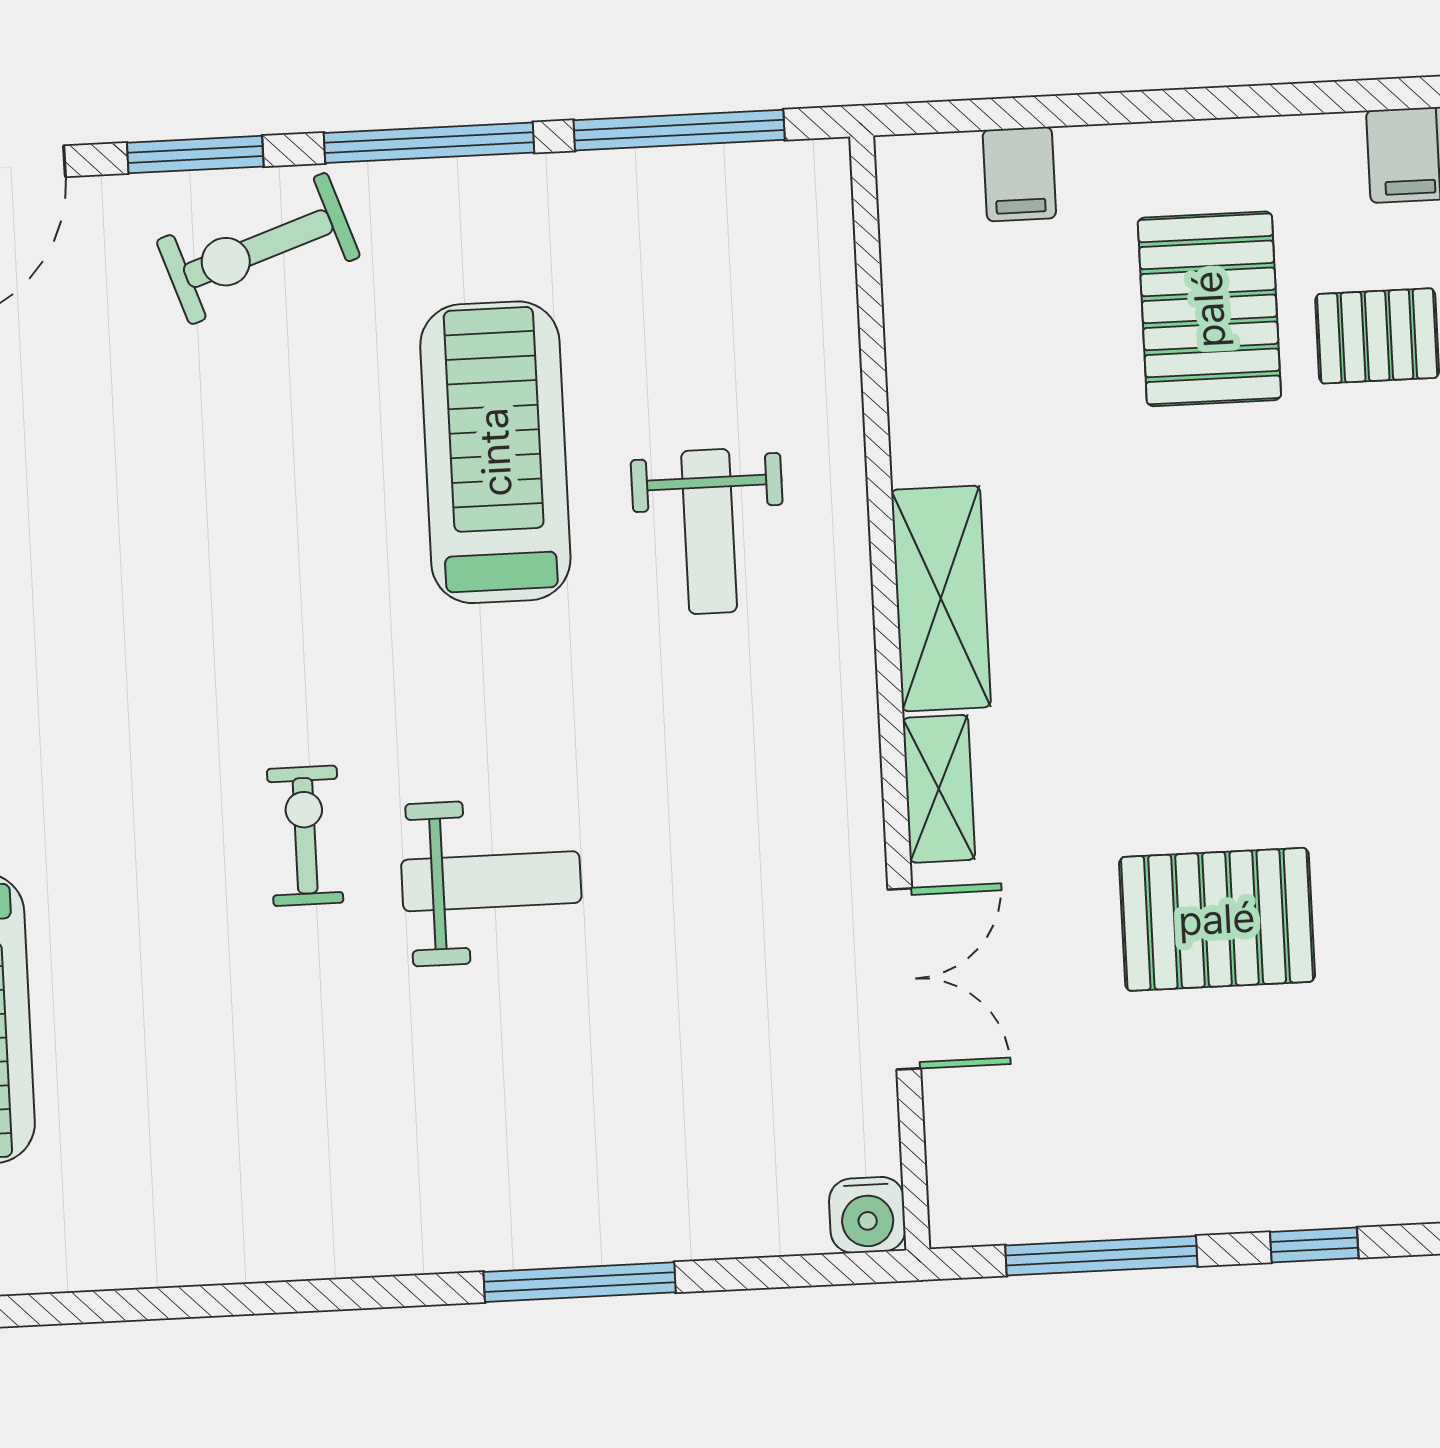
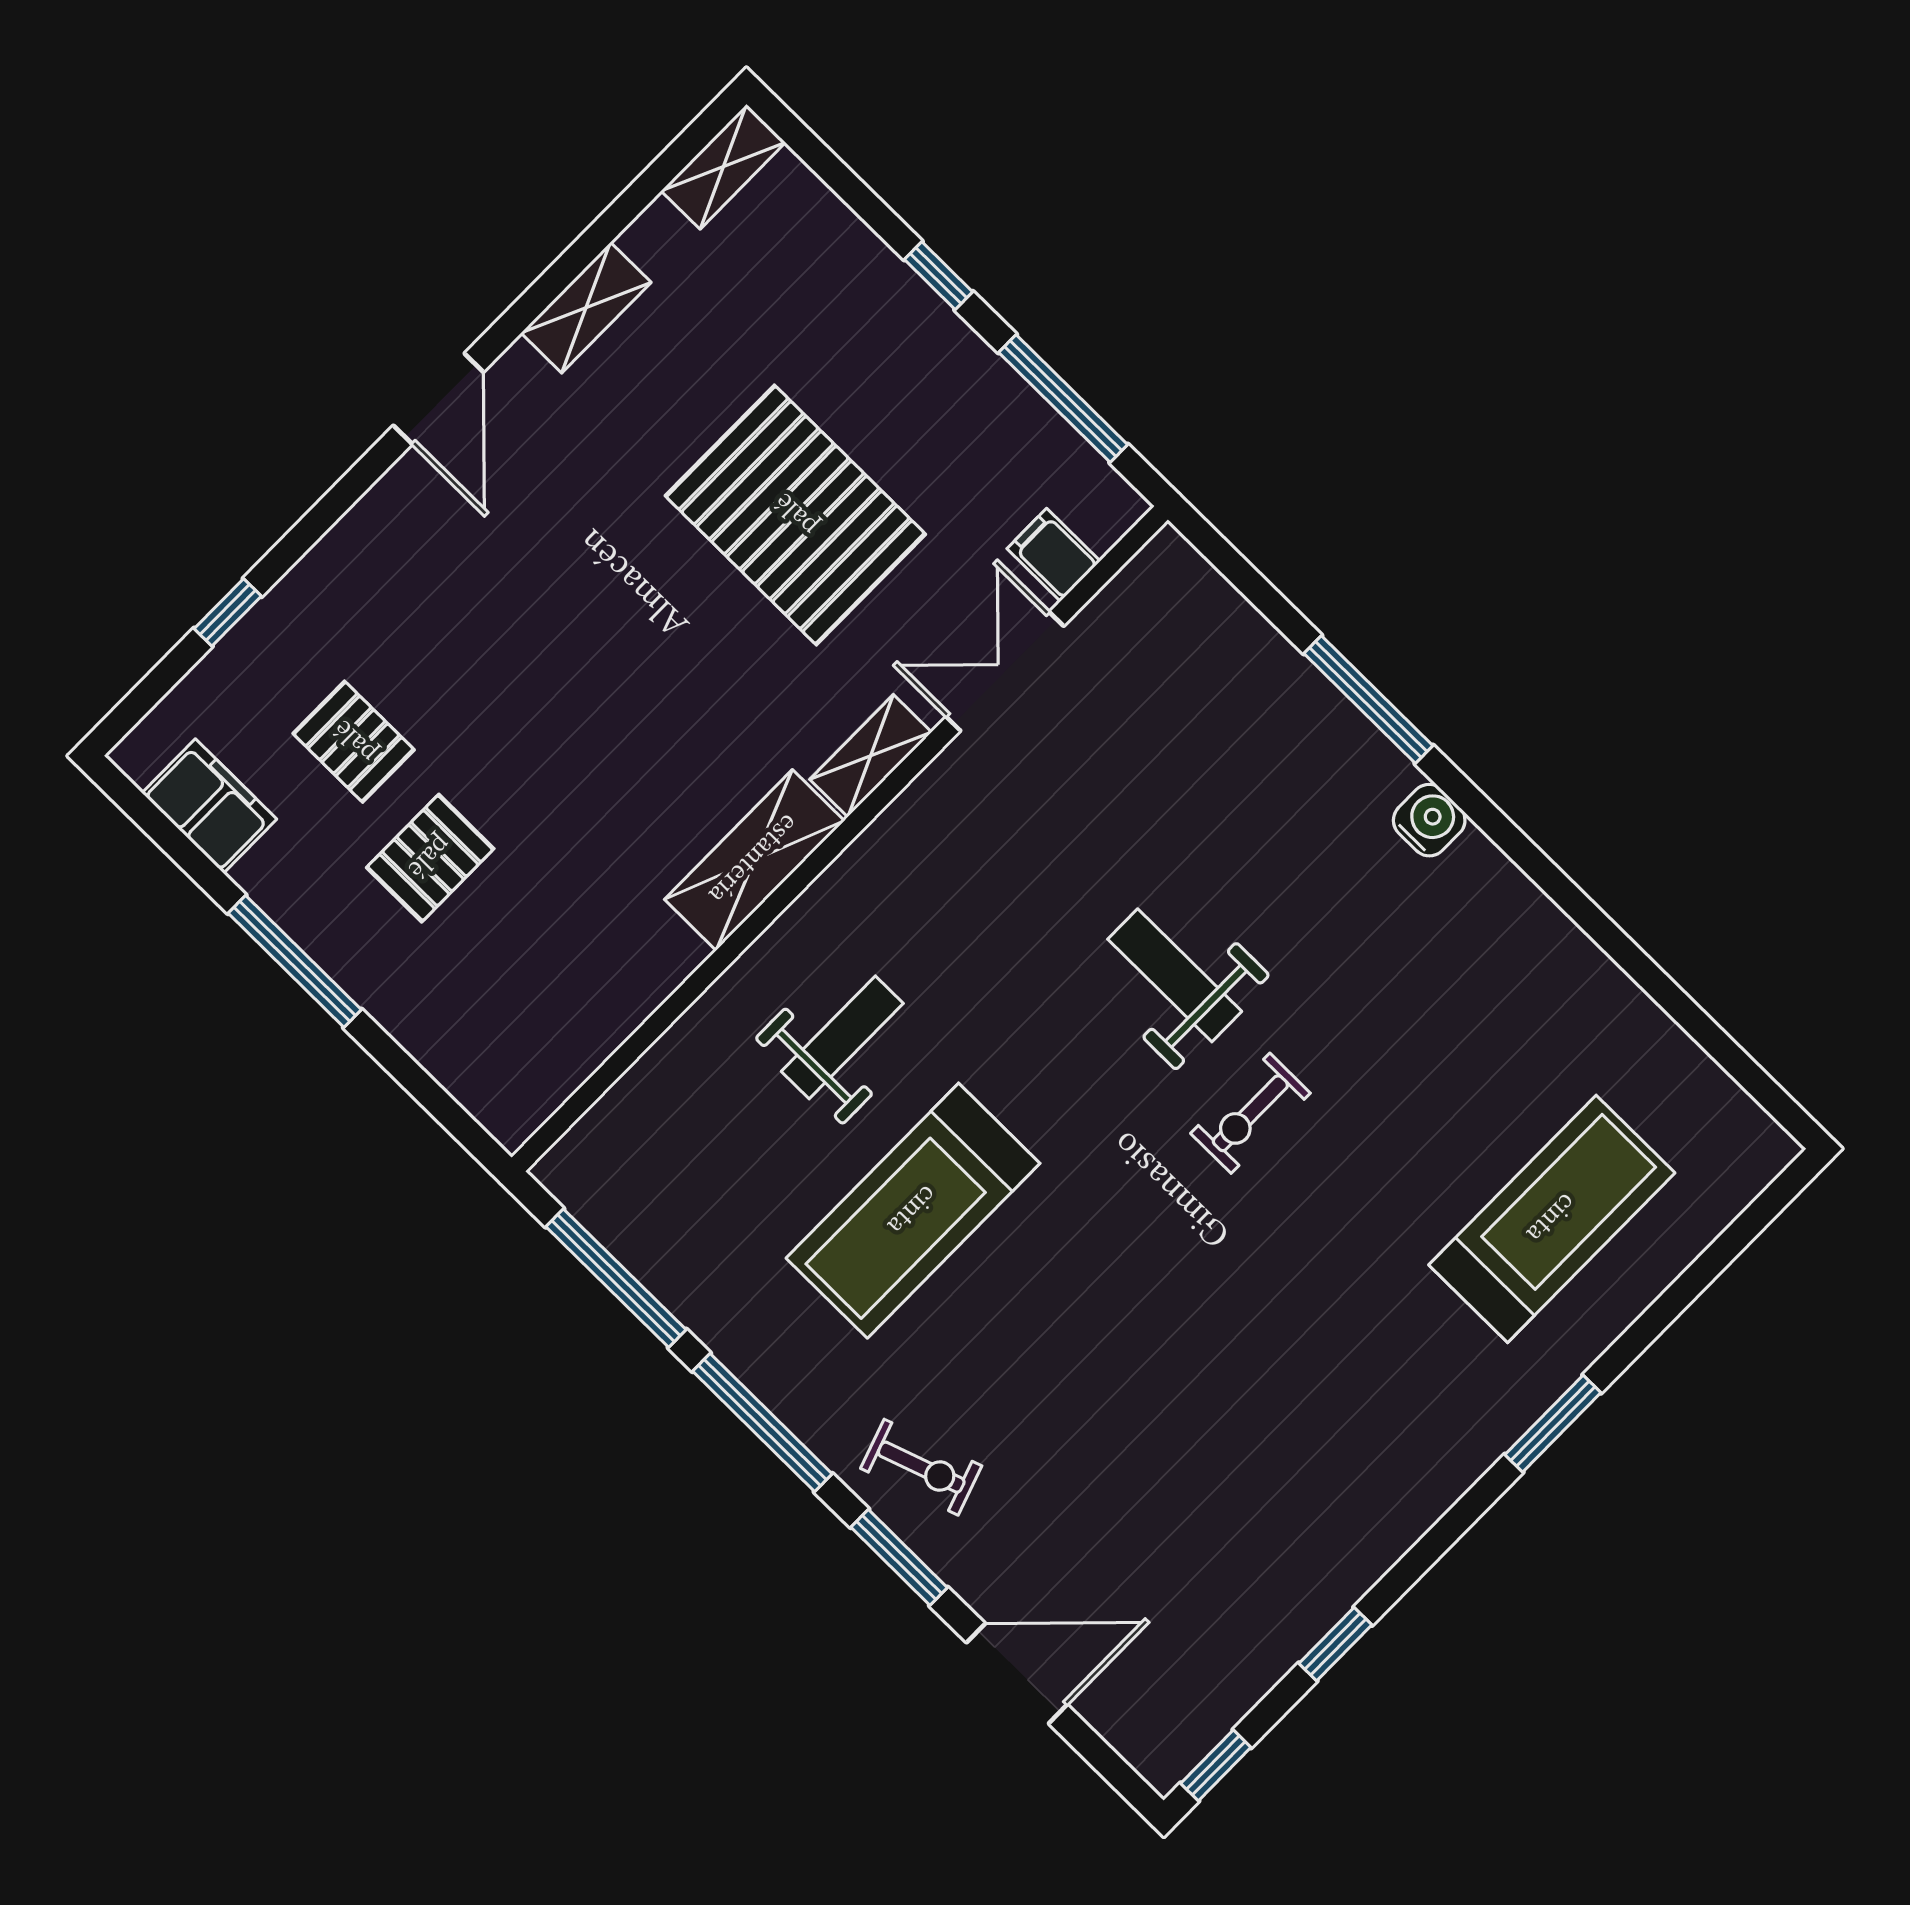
window: (1228, 102) -> (295, 961), added
filing cabinet: (1019, 174) -> (1054, 555), moved, turned -90
exercise bike: (258, 249) -> (921, 1467), width x0.73, depth x0.72
pallet: (1209, 309) -> (430, 858), width x0.67, depth x0.71
pallet: (1217, 919) -> (795, 515), width x1.37, depth x1.41
water cooler: (867, 1215) -> (1429, 820), moved

